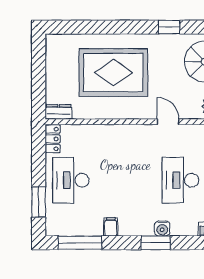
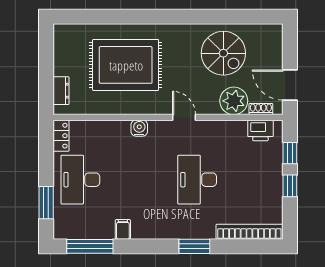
window: (169, 27) -> (185, 17), removed
dresser: (58, 112) -> (61, 91), moved, turned 90
water cooler: (162, 229) -> (139, 128), moved, turned 180
window: (156, 243) -> (194, 246), moved

